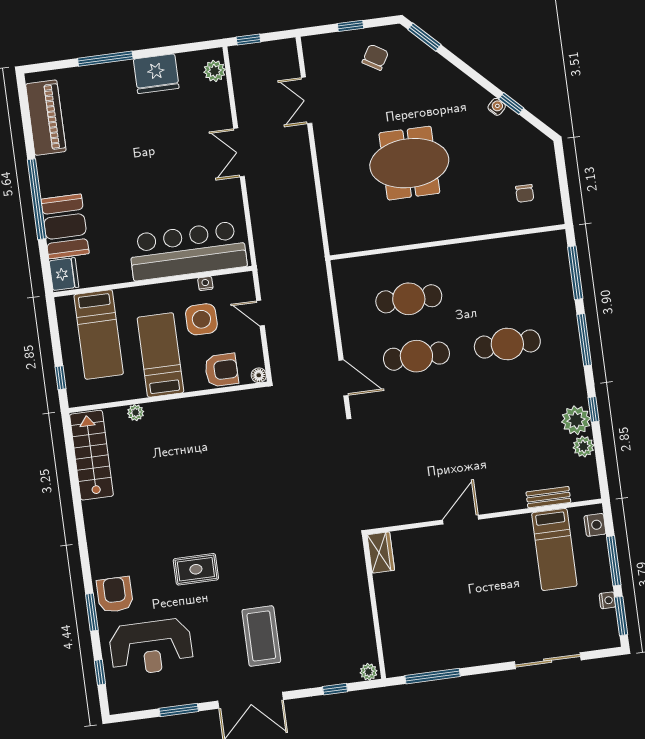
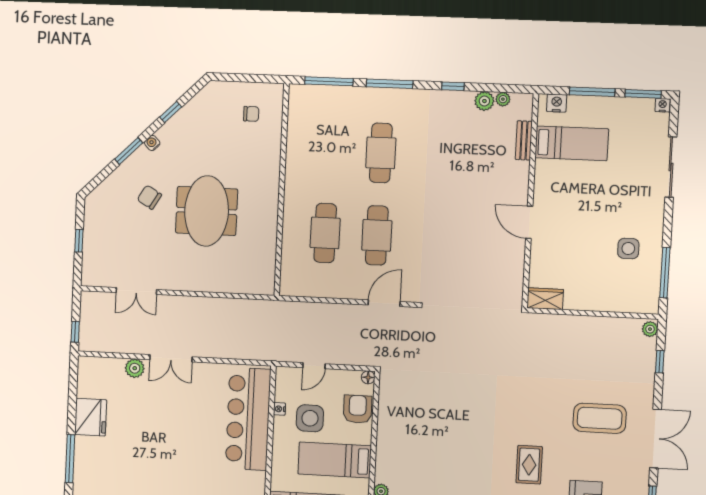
window: (424, 37) -> (129, 151), moved
chair: (375, 57) -> (149, 197), moved
plant: (215, 71) -> (135, 368), moved
water cooler: (497, 107) -> (152, 143), moved
plant: (576, 420) -> (503, 99), moved, width x0.53, depth x0.53
nightstand: (607, 600) -> (663, 105), moved
side table: (452, 632) -> (628, 249), added

